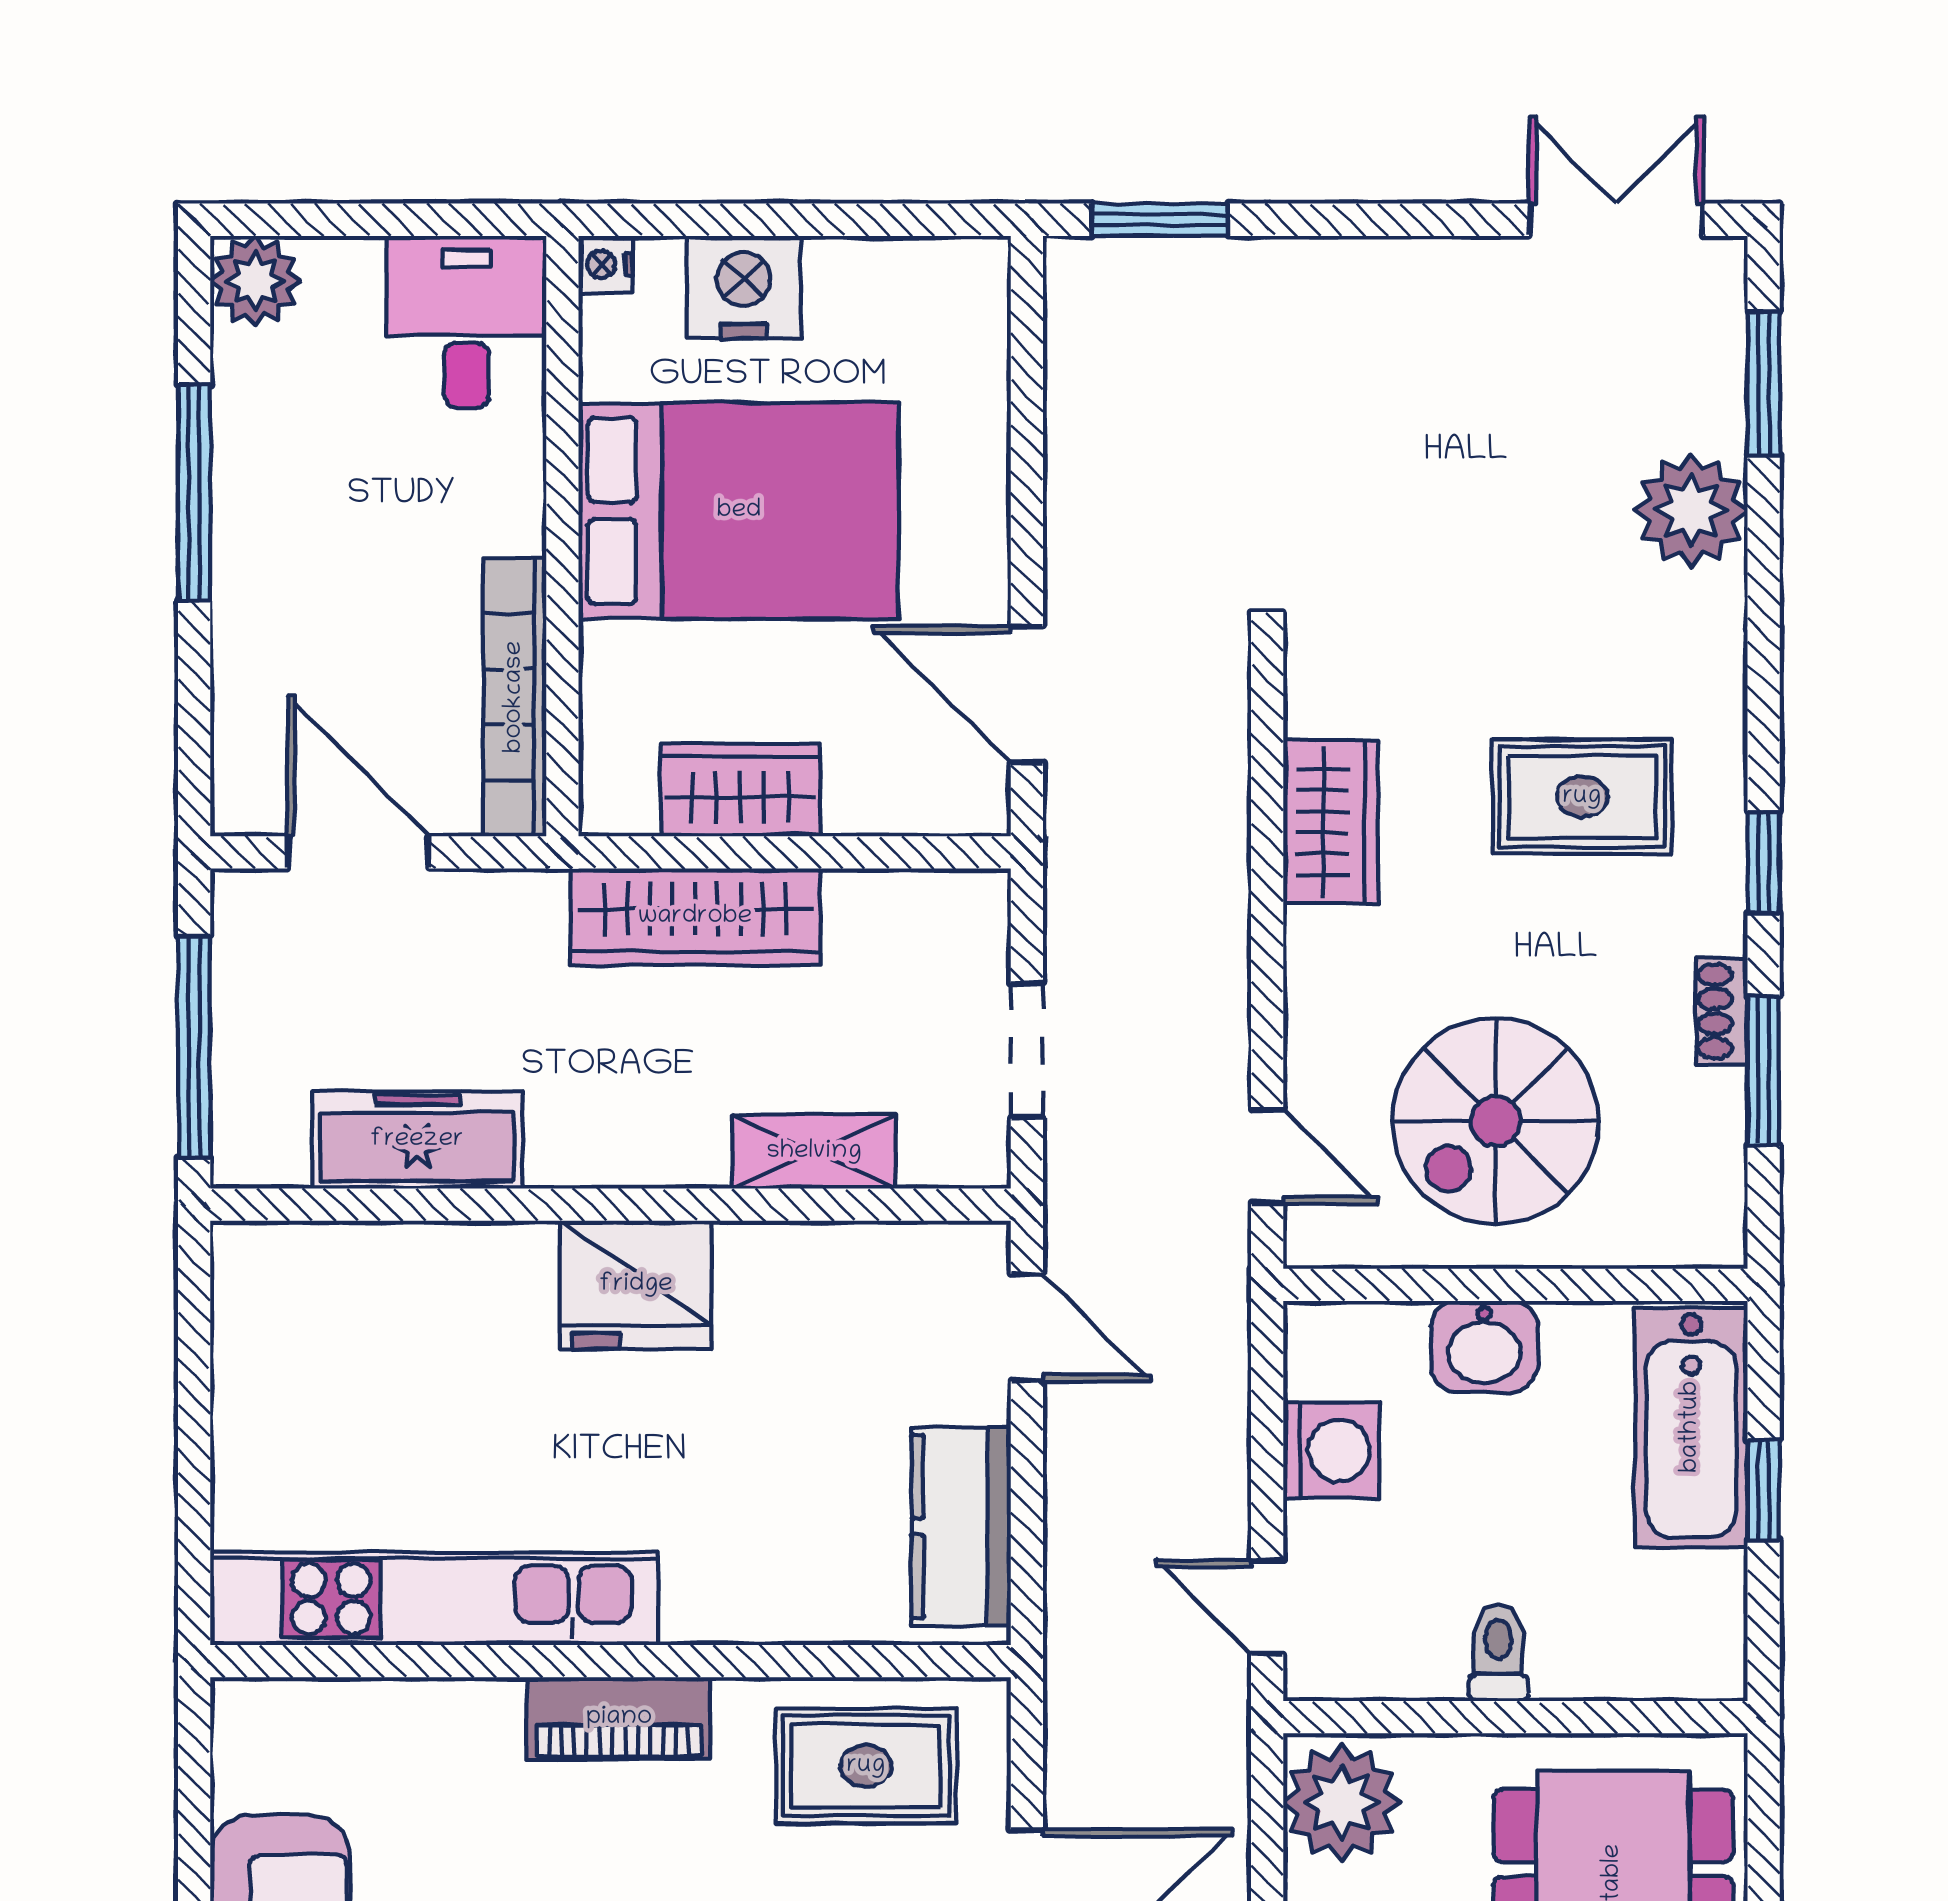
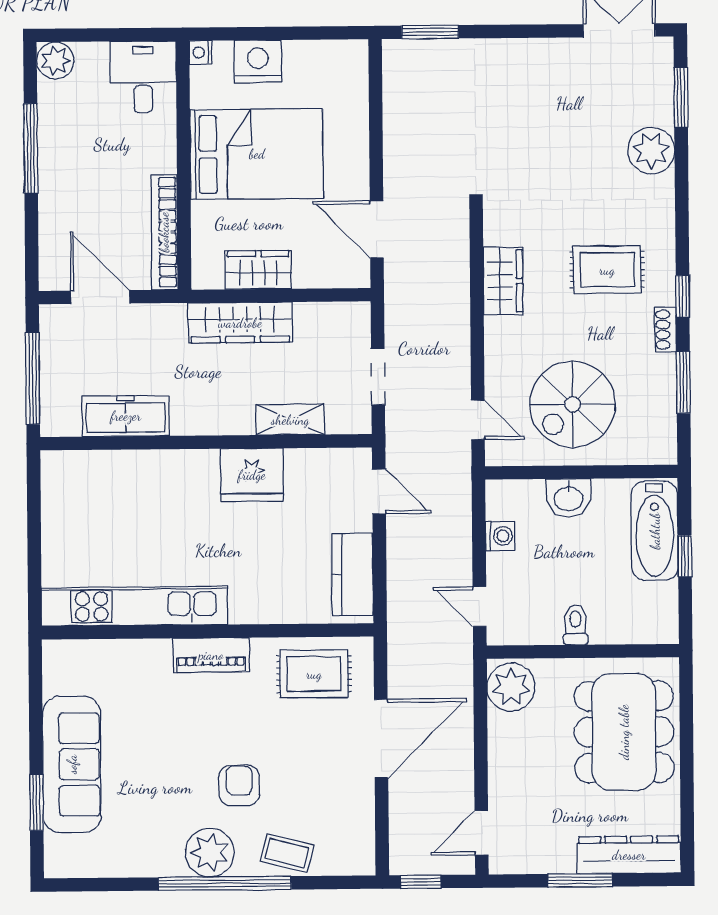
shoe rack: (1722, 1011) -> (666, 330), moved
fridge: (636, 1285) -> (252, 475), moved
washing machine: (1331, 1450) -> (500, 536), width x0.73, depth x0.73

